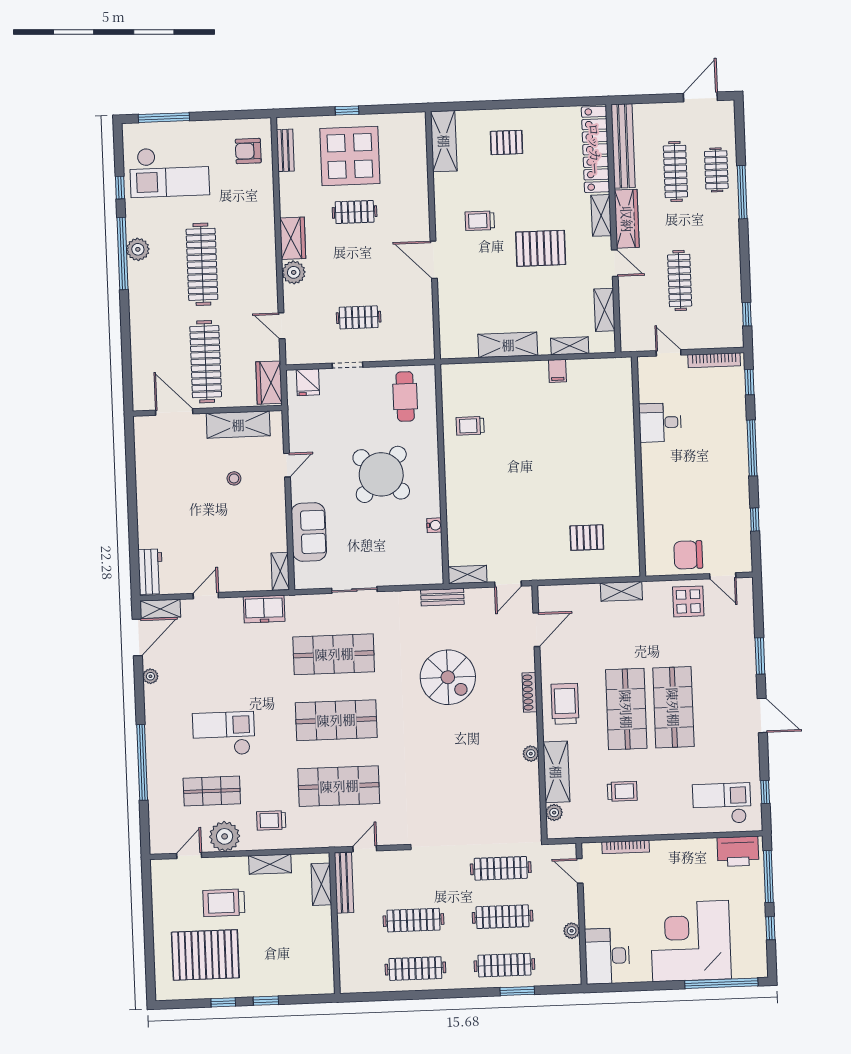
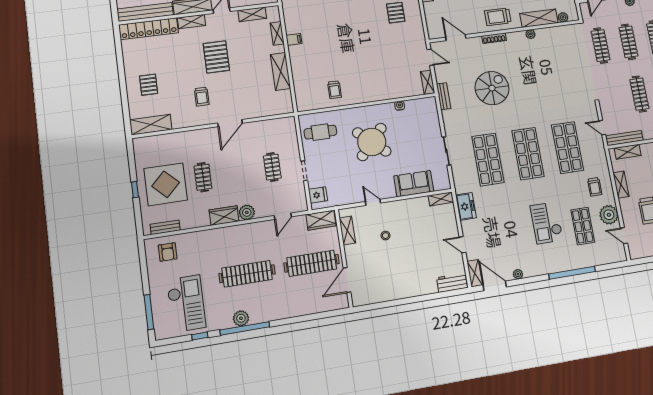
shelving: (238, 425) -> (347, 230), width x0.67, depth x0.75

